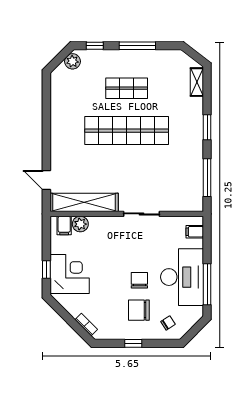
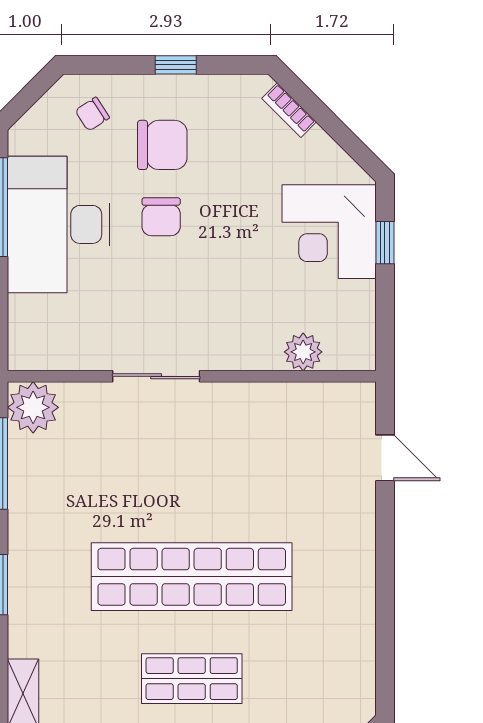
plant: (193, 201) -> (33, 407), added
shelving: (84, 202) -> (294, 404), removed
filing cabinet: (64, 226) -> (342, 348), removed
filing cabinet: (195, 232) -> (28, 333), removed

